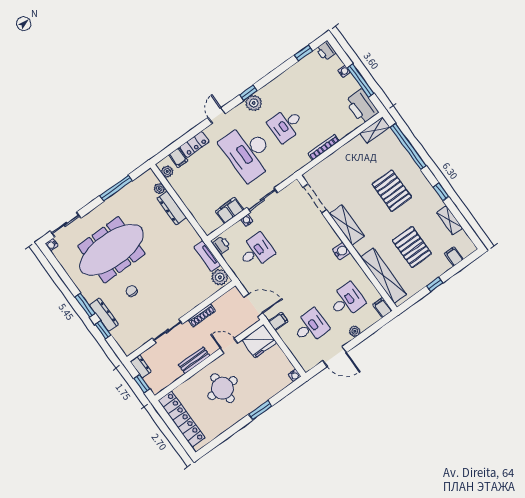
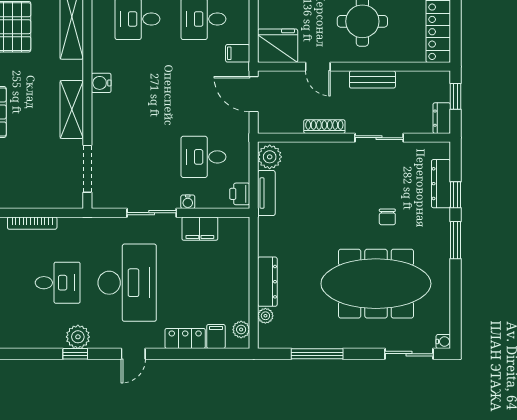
dresser: (104, 315) -> (441, 184), moved

